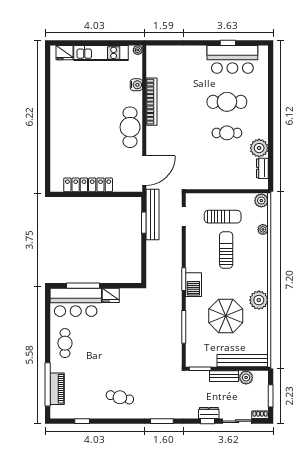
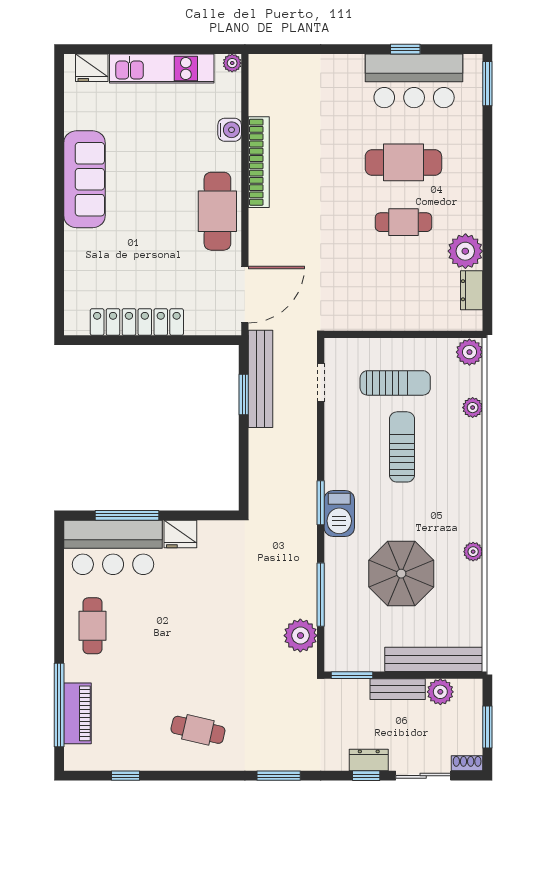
window: (271, 61) -> (487, 84), added
sofa: (61, 111) -> (84, 179), added
plant: (259, 300) -> (473, 552), width x0.53, depth x0.53
plant: (173, 348) -> (300, 636), added

